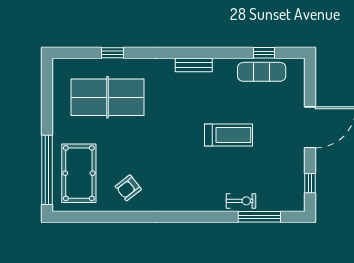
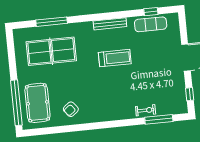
window: (113, 53) -> (52, 22), width x2.17
bench: (194, 65) -> (110, 24), width x1.36
treadmill: (229, 135) -> (115, 58), moved

